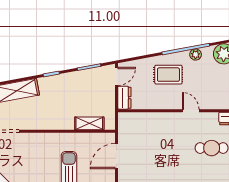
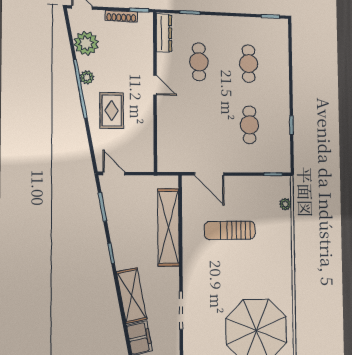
dresser: (124, 98) -> (140, 164), removed
door: (191, 111) -> (155, 85), swing flipped
shelving: (89, 123) -> (168, 227), width x2.20, depth x1.33

